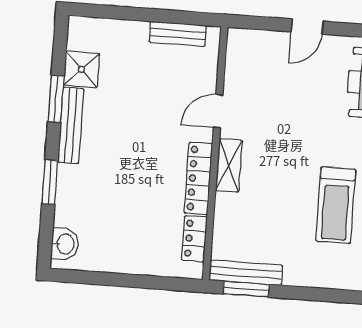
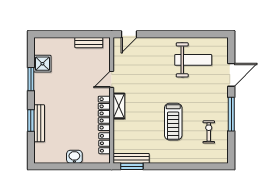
door: (307, 26) -> (129, 34), moved
bench: (71, 125) -> (39, 123), moved
washbasin: (65, 244) -> (74, 157), moved, turned -90

